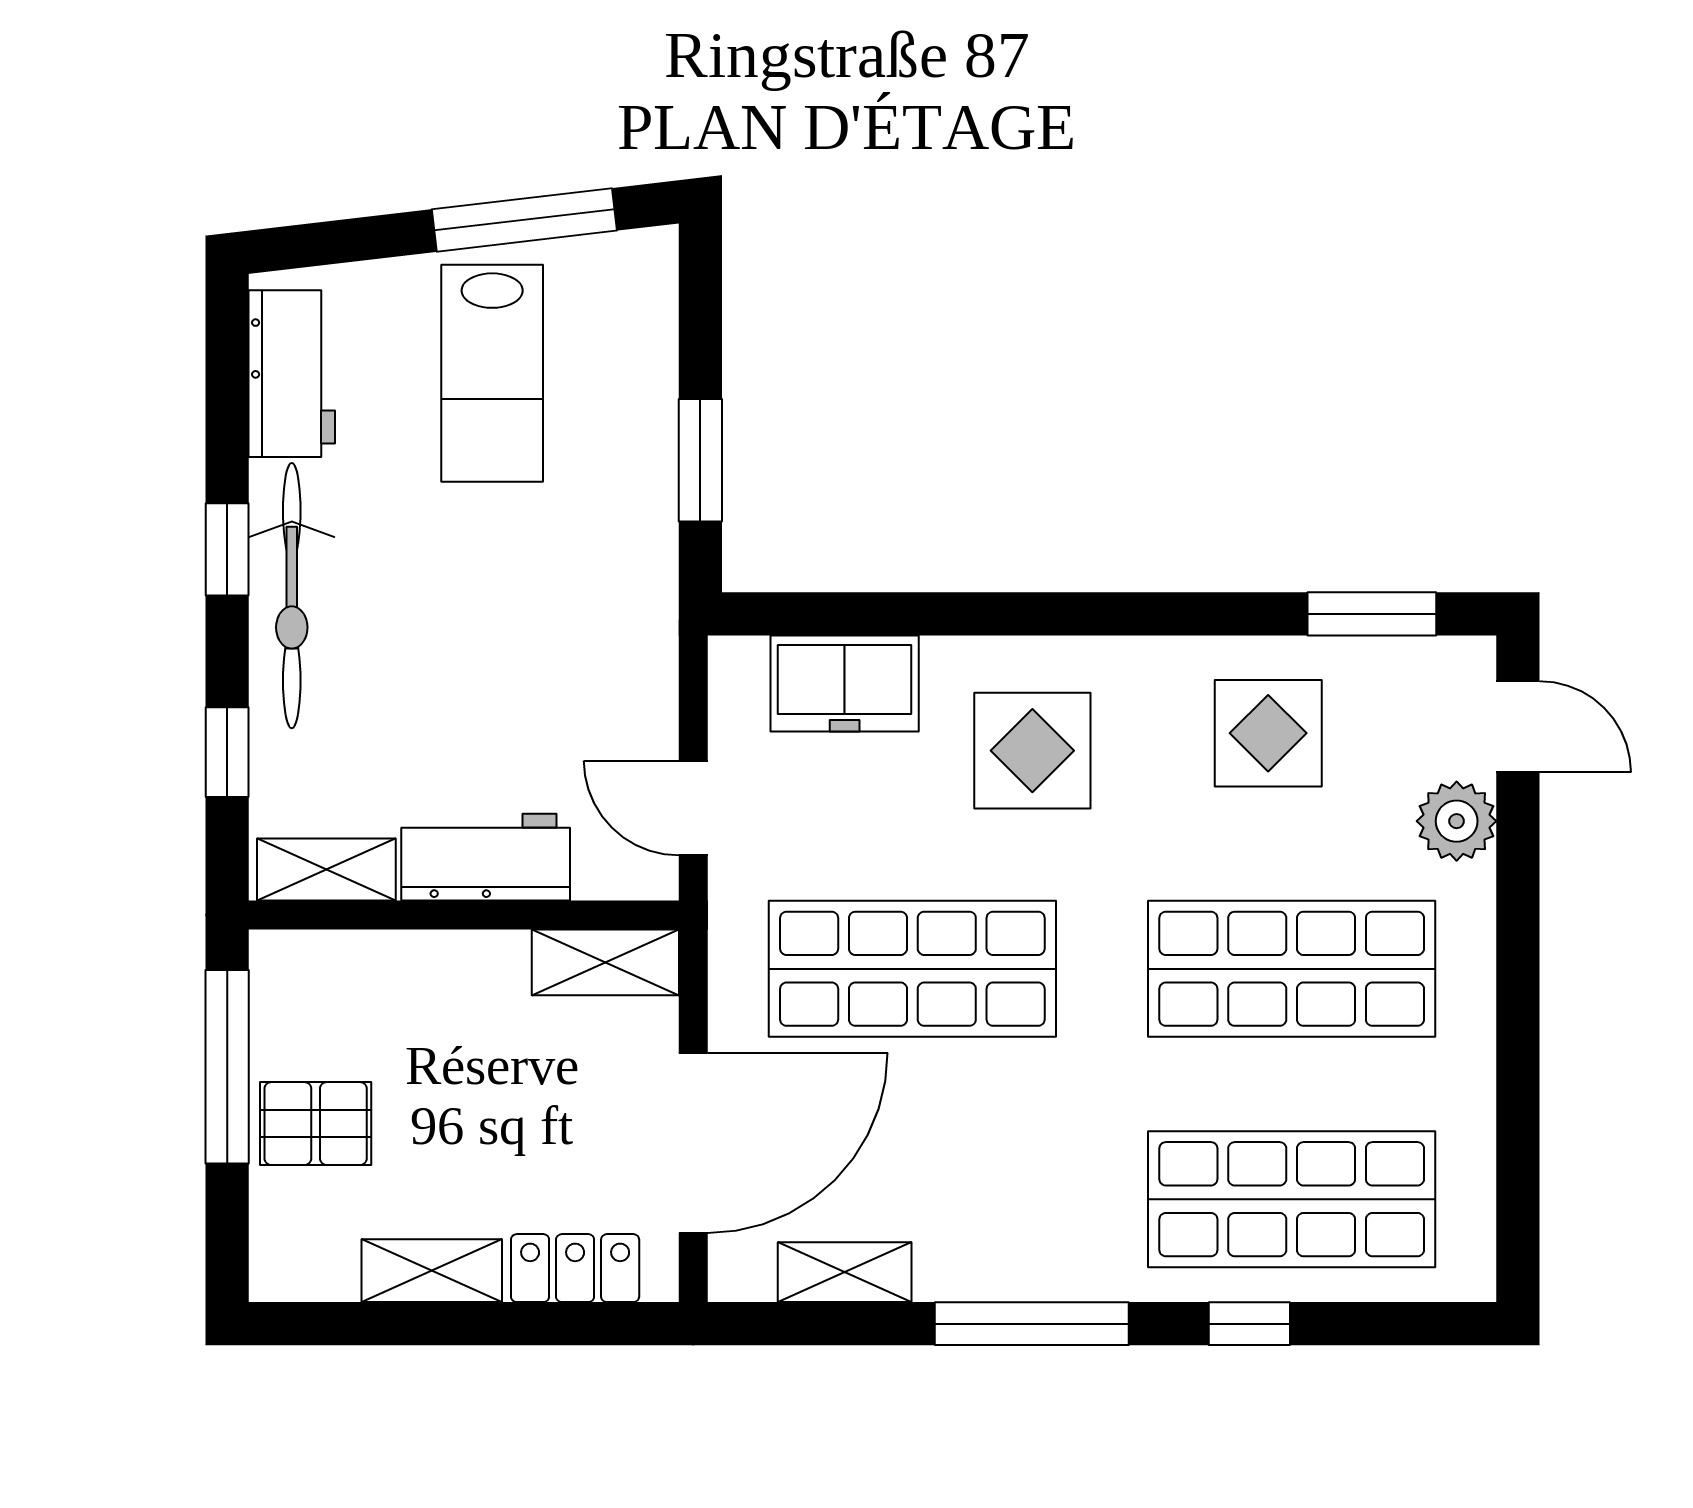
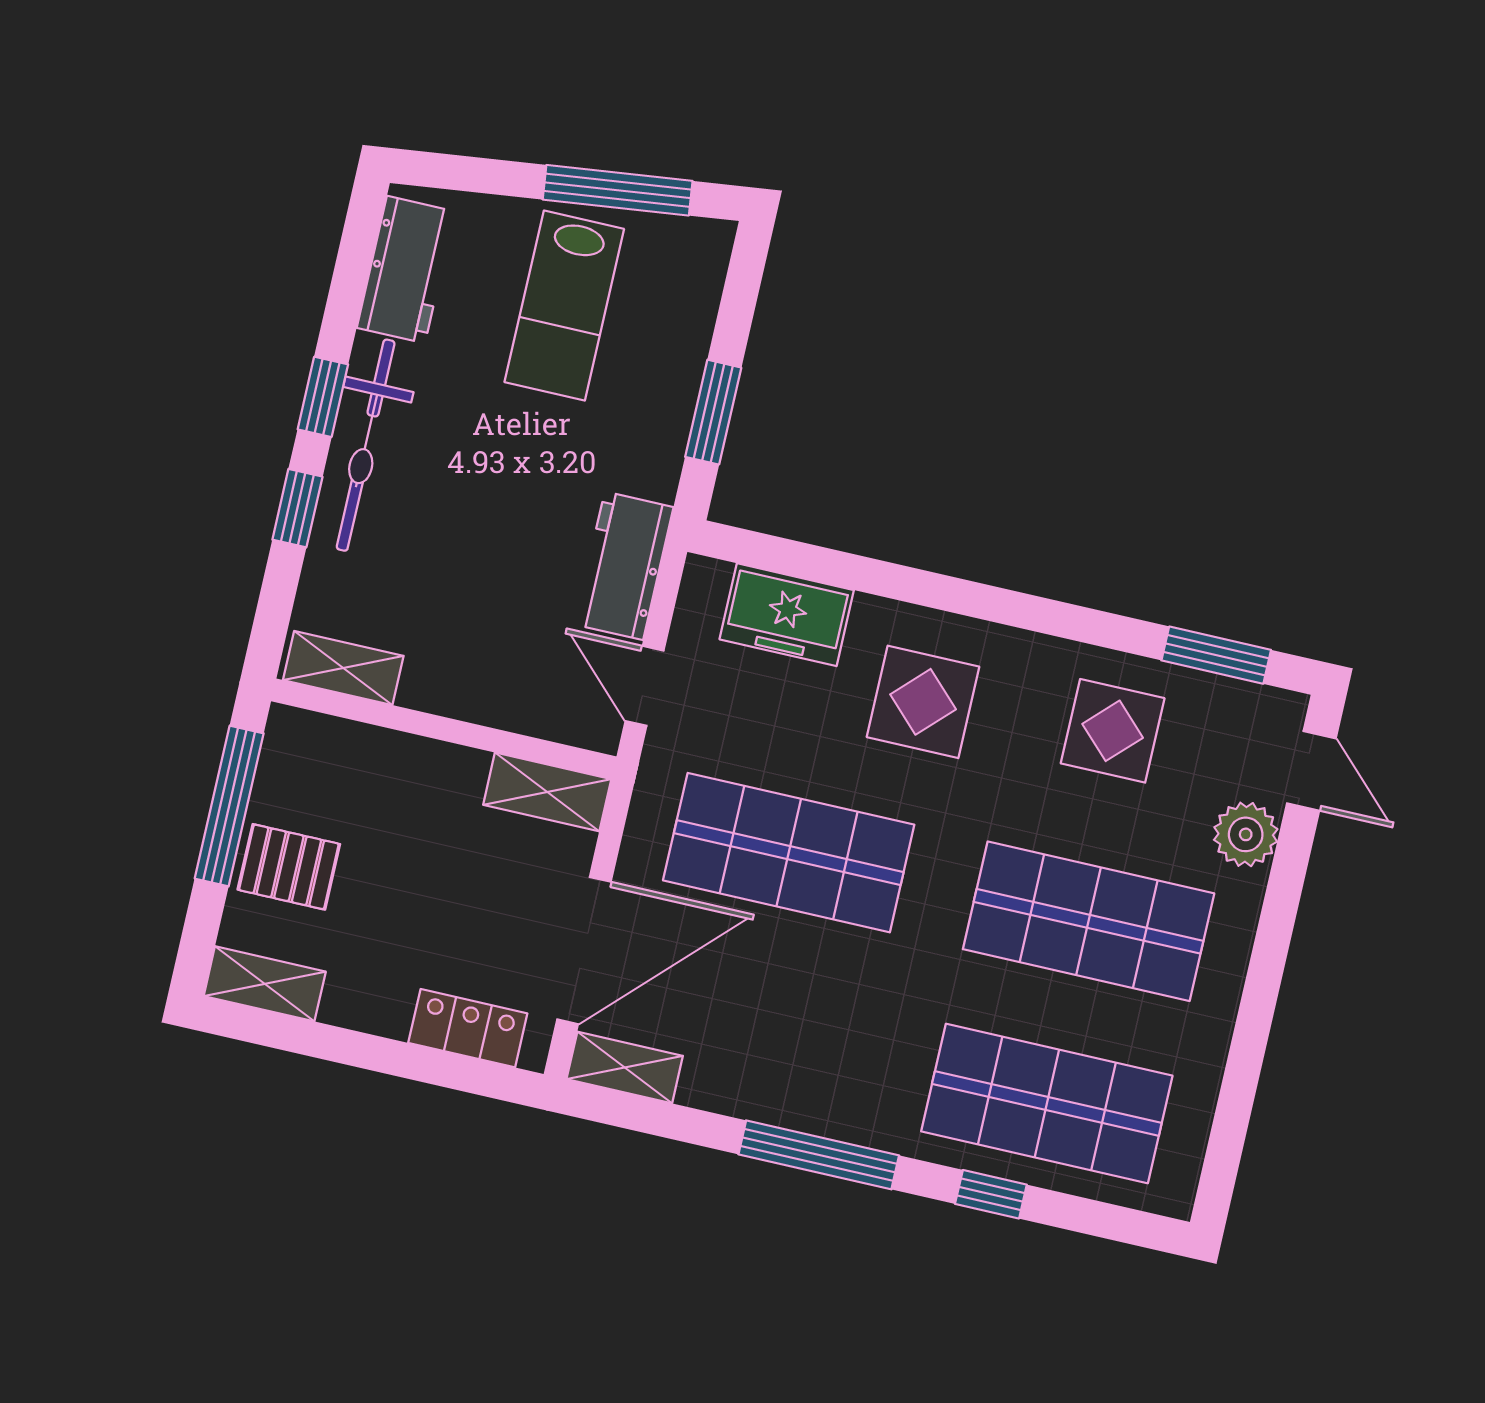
window: (227, 752) -> (297, 508), moved
workbench: (486, 857) -> (624, 566), moved, turned -90
shelving: (432, 1271) -> (265, 984), moved
shelving: (845, 1272) -> (625, 1067), moved

